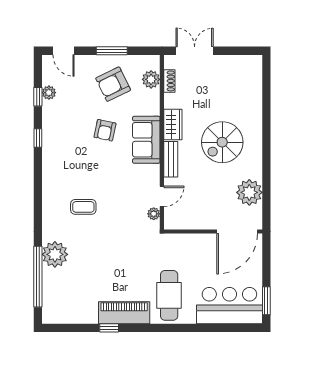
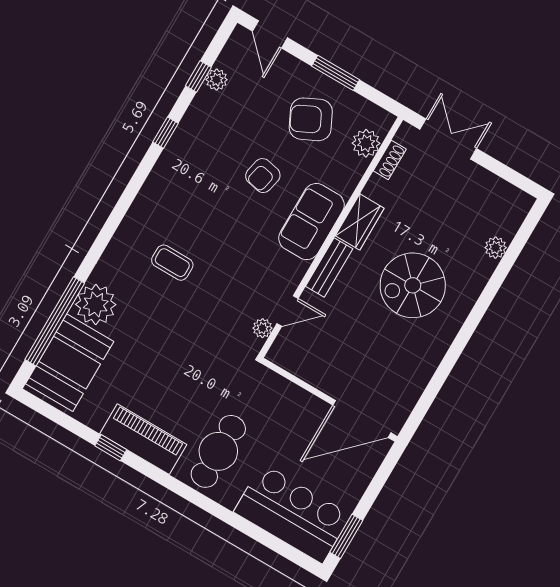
plant: (249, 192) -> (496, 248), moved, width x0.53, depth x0.53
booth: (59, 294) -> (70, 363), added

